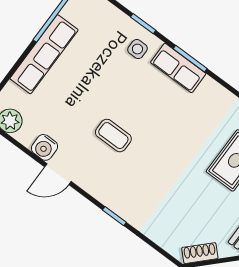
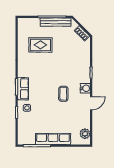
water cooler: (45, 147) -> (85, 88), moved
door: (58, 174) -> (91, 103), hinge flipped

